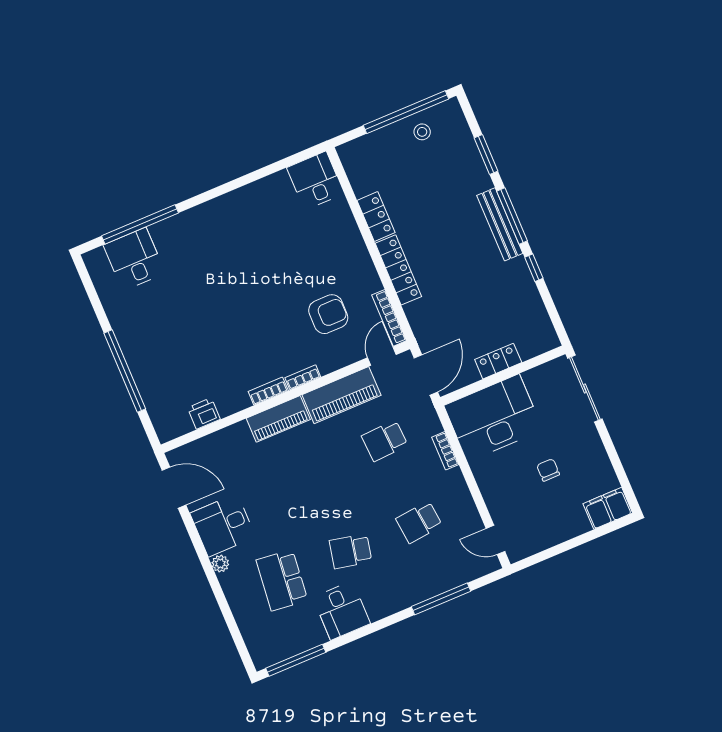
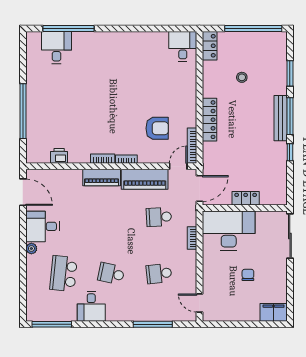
stool: (422, 132) -> (242, 77), moved
locker: (376, 217) -> (210, 46), moved

